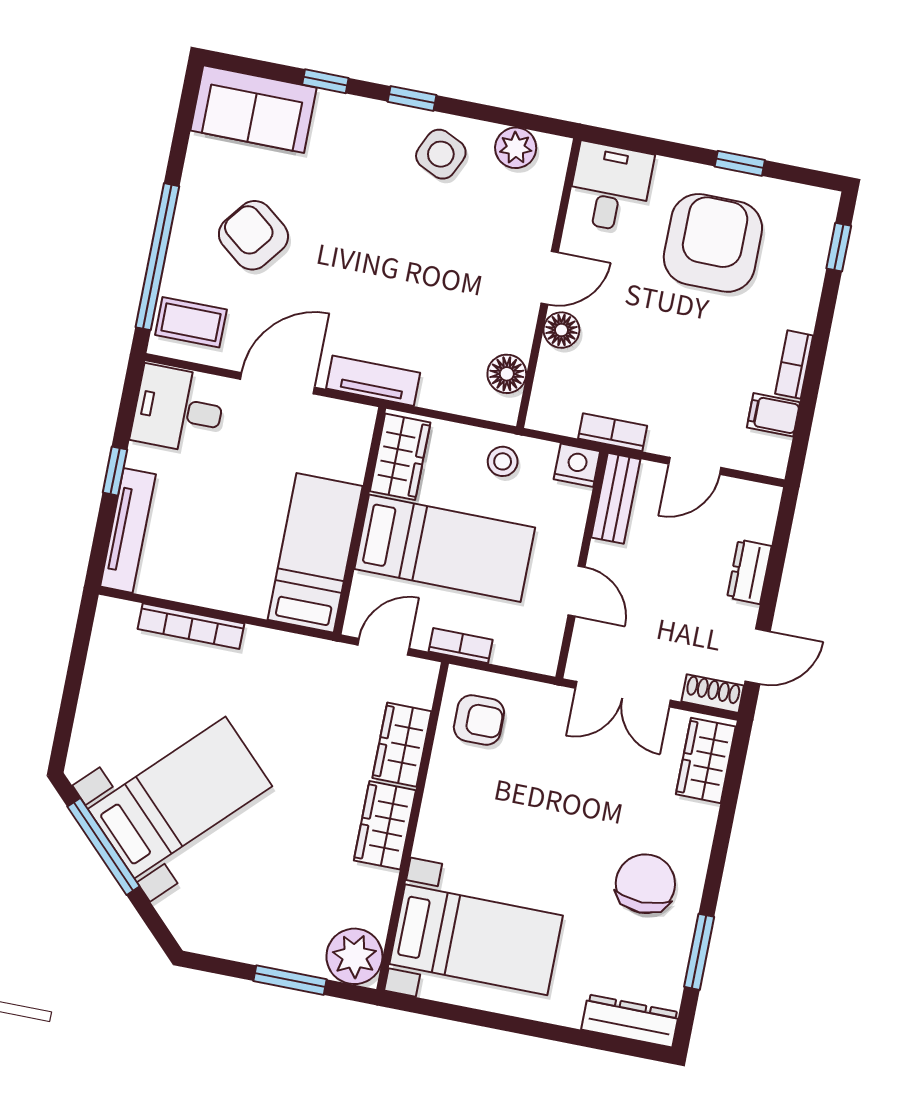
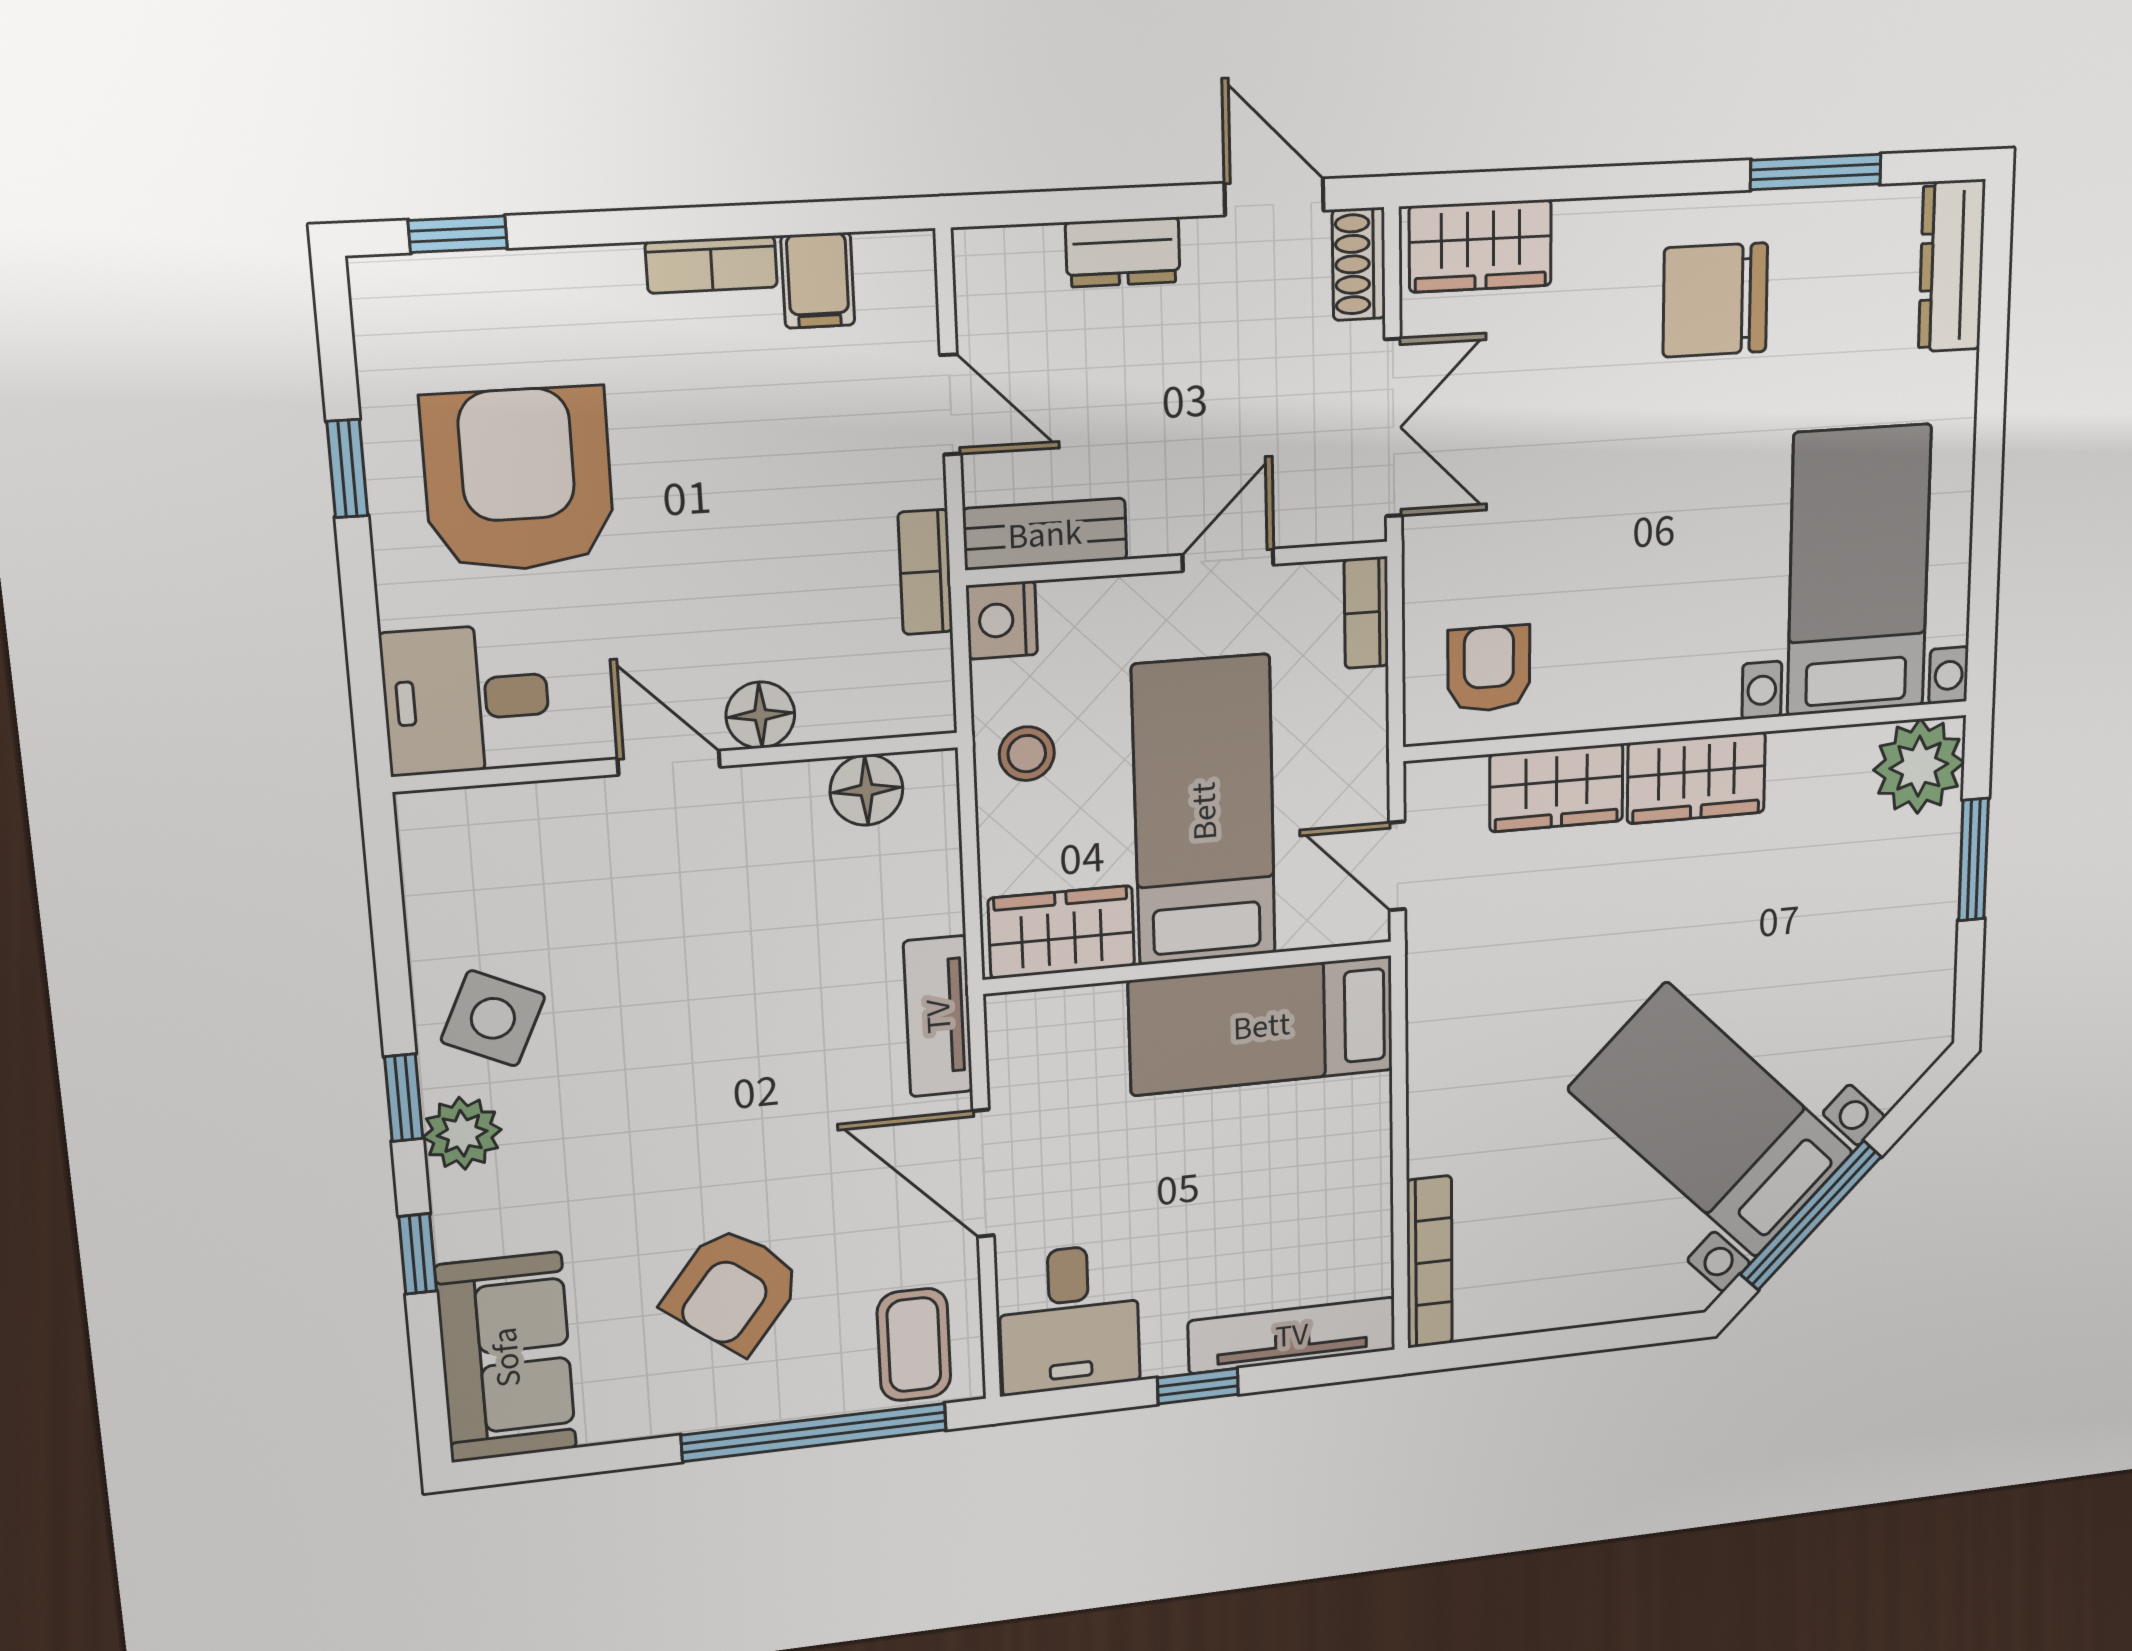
plant: (516, 148) -> (462, 1133), moved
armchair: (713, 243) -> (518, 480), turned 90
bookcase: (191, 626) -> (1429, 1262), moved
bookcase: (461, 646) -> (1366, 613), moved

